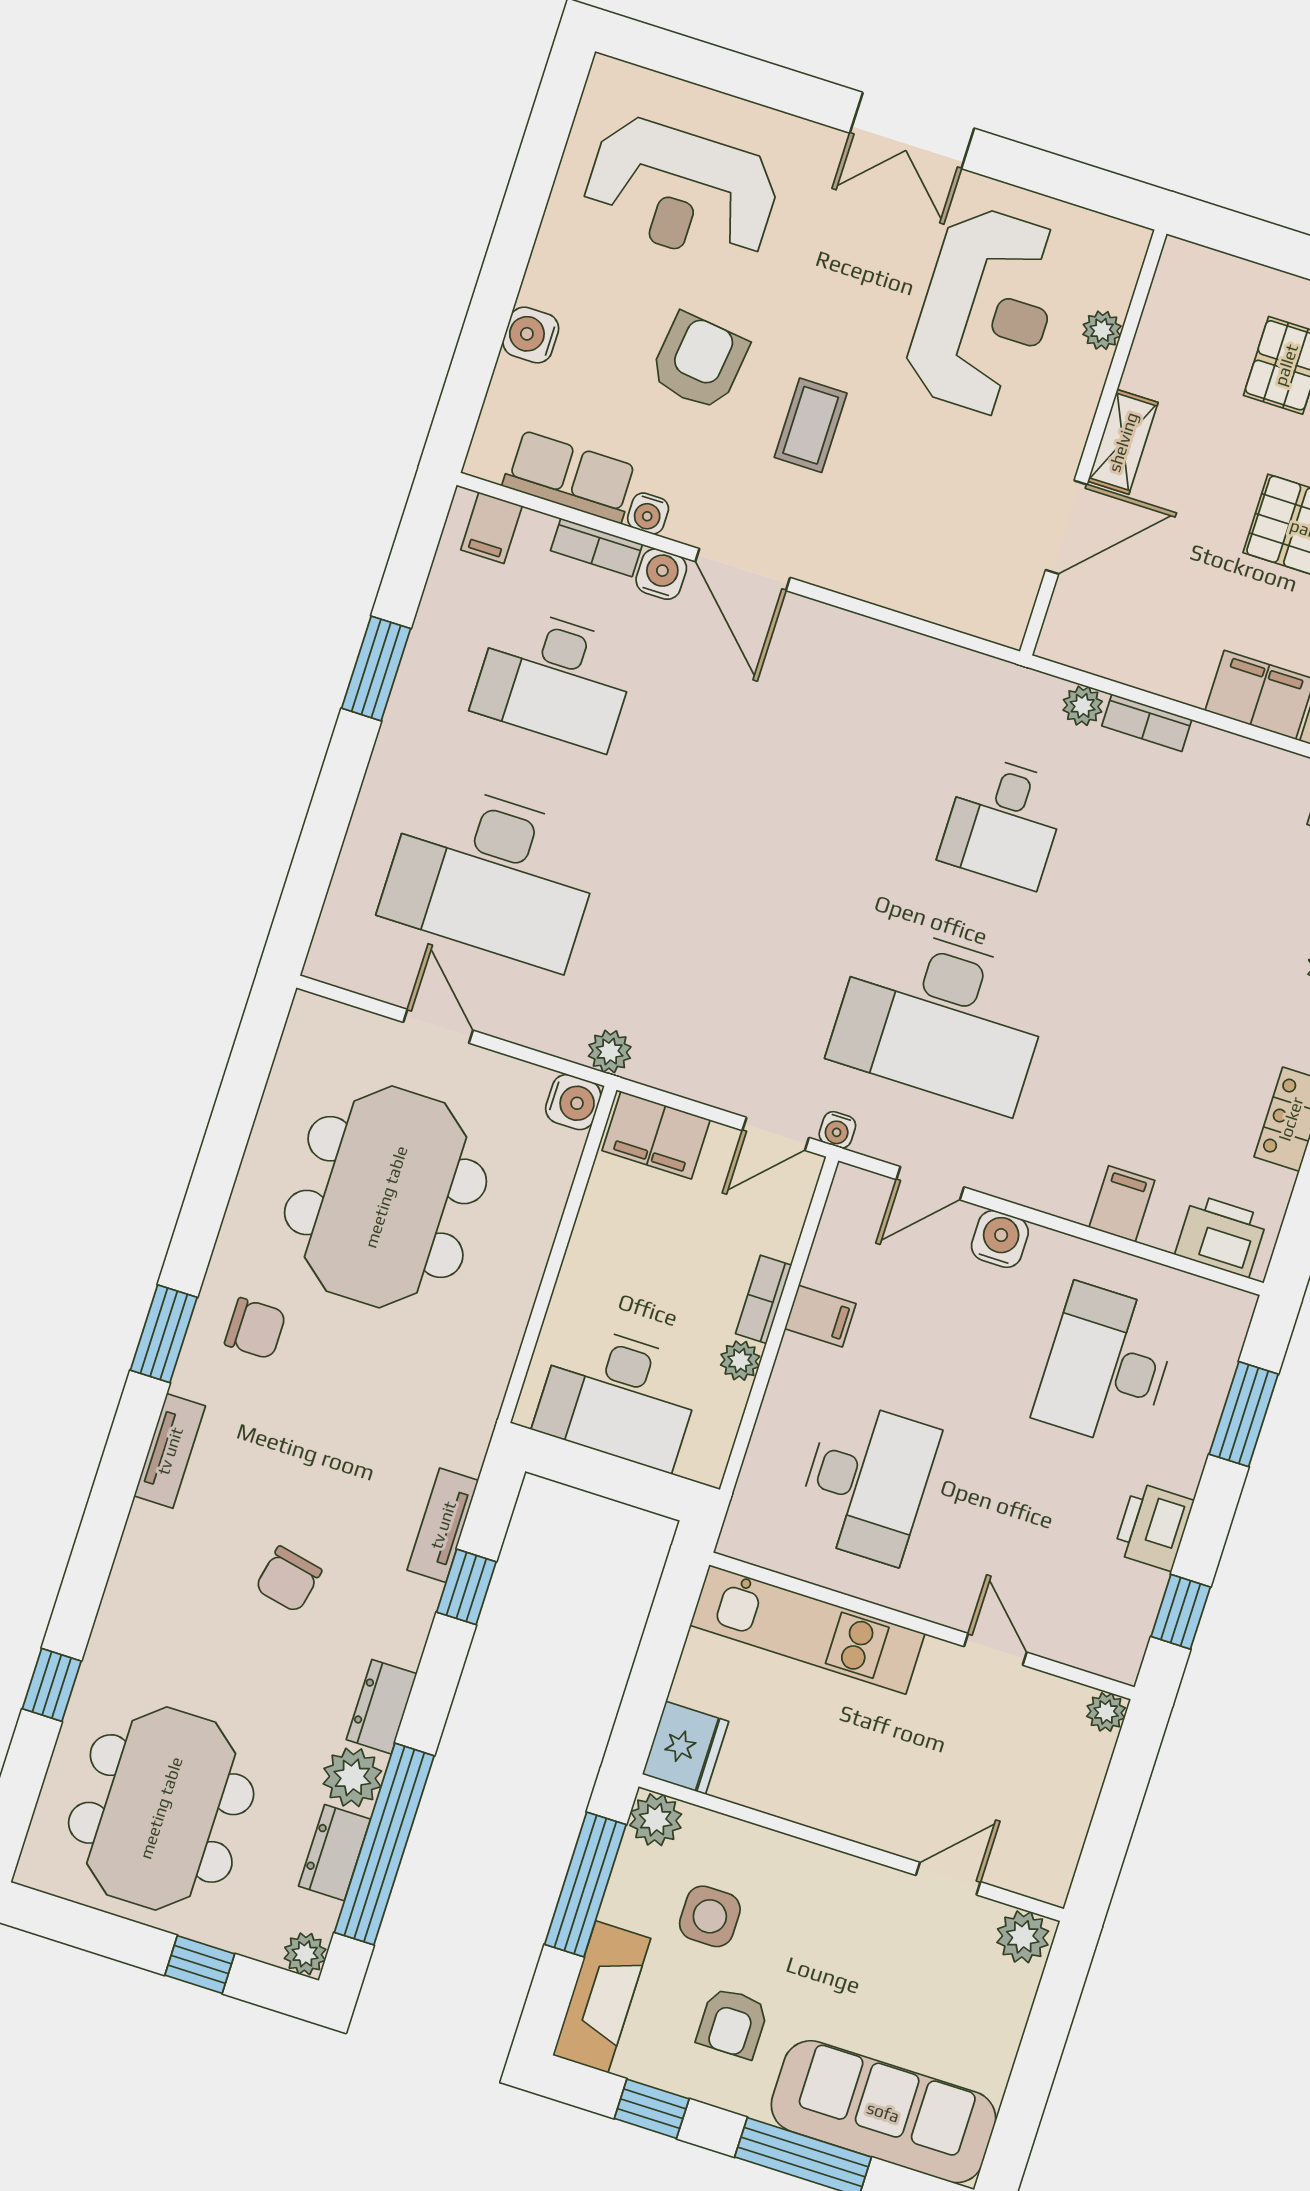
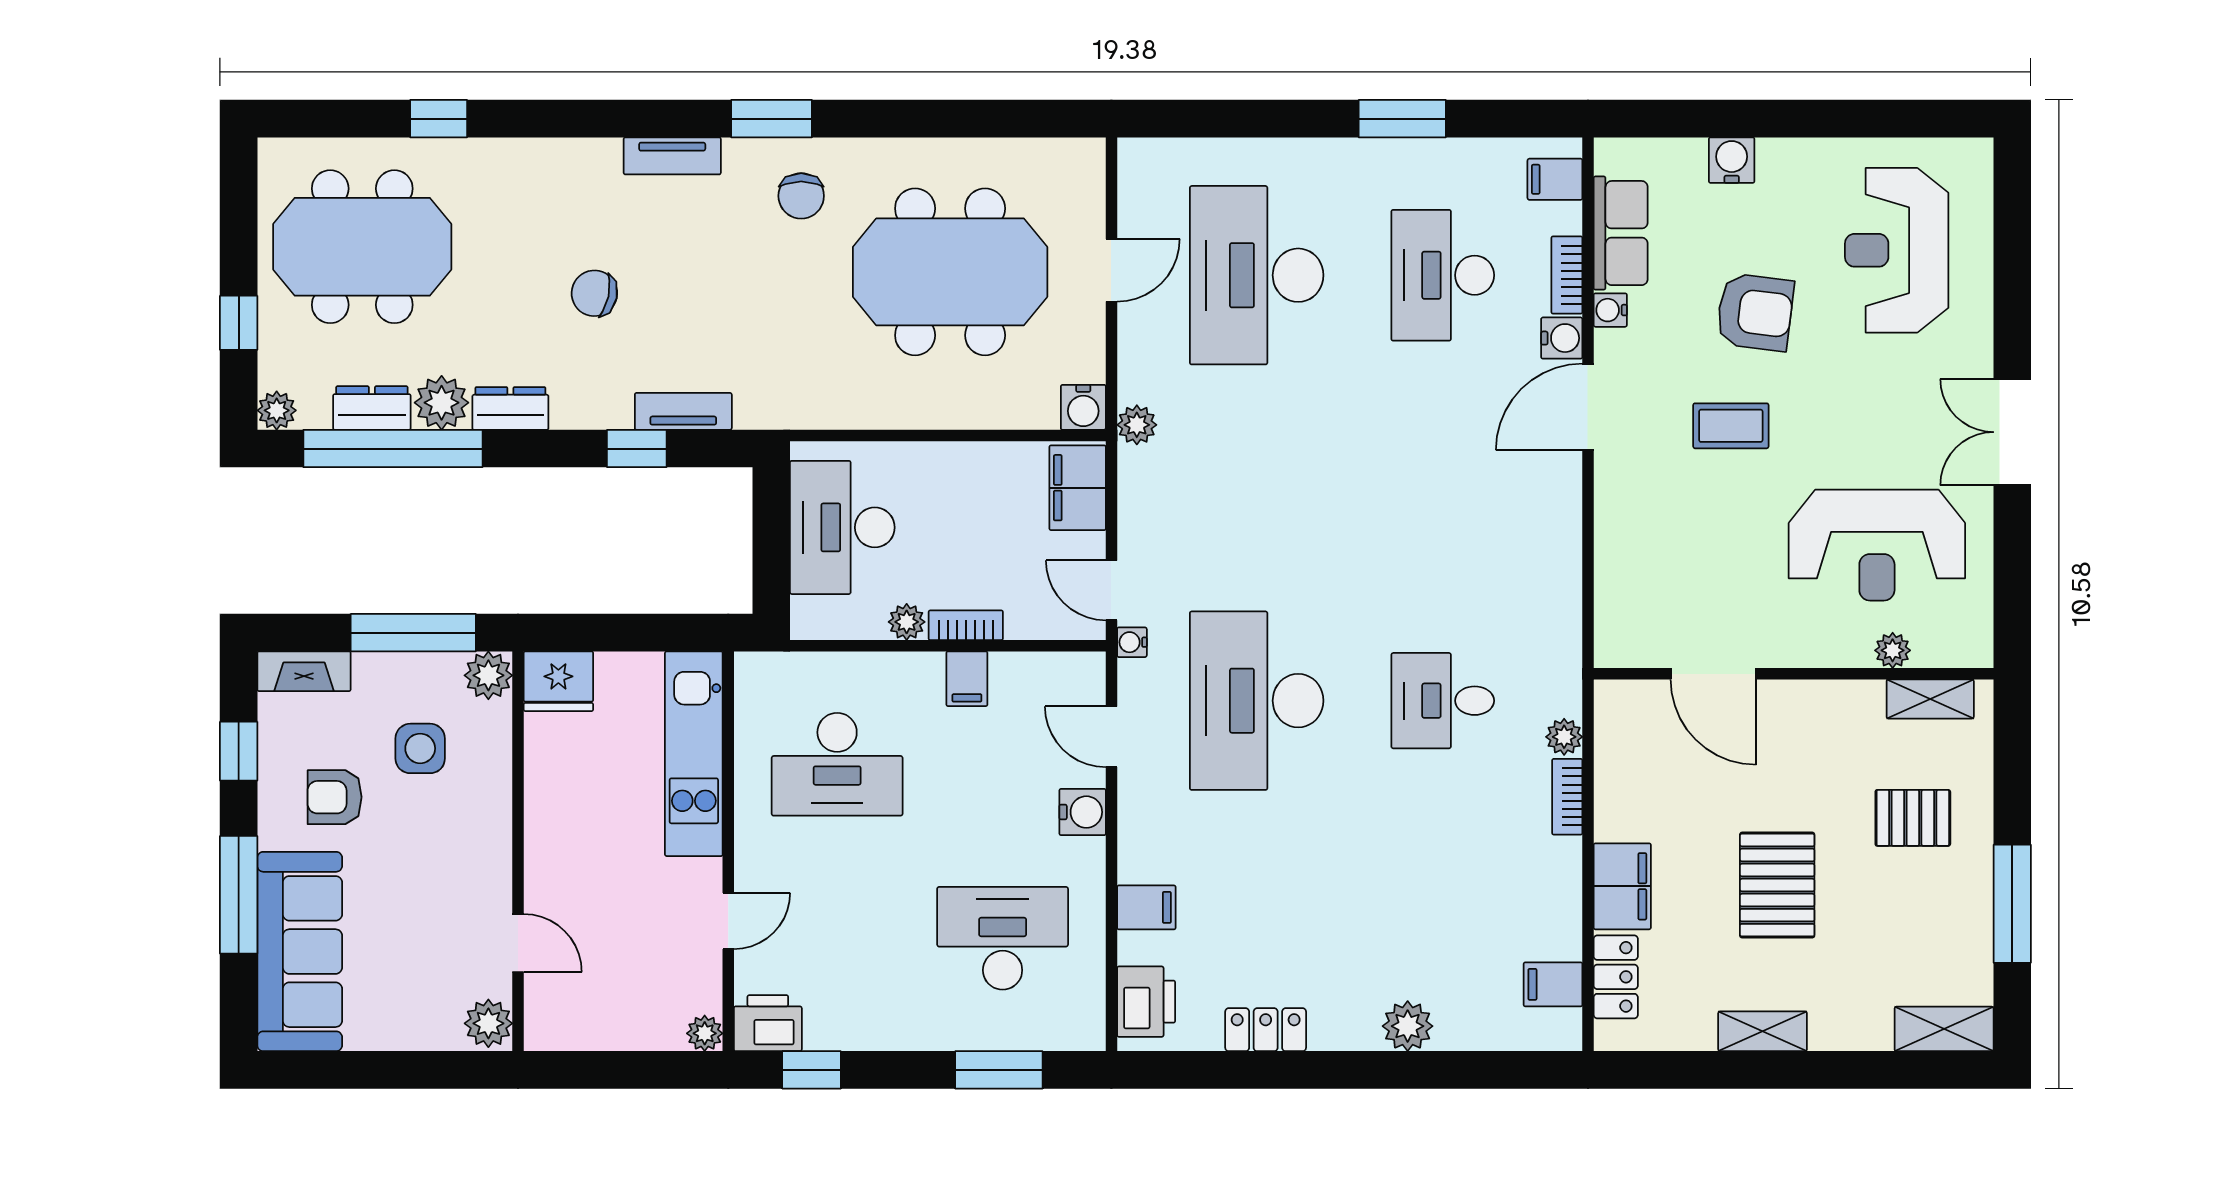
shelving: (1123, 442) -> (1930, 699), moved
printer: (1153, 1527) -> (768, 1023), moved
fireplace: (602, 1997) -> (304, 671), width x0.73, depth x0.76

